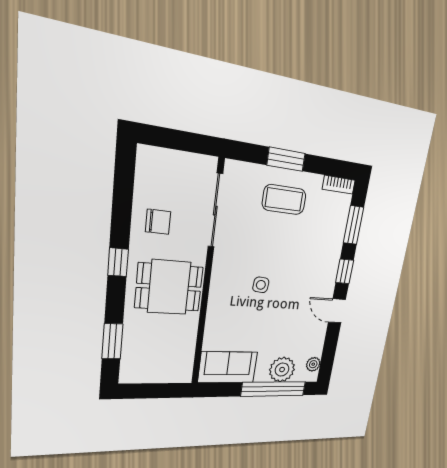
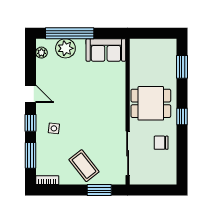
window: (286, 159) -> (99, 190), moved
coffee table: (284, 200) -> (84, 166), turned 52
side table: (261, 285) -> (54, 128), moved

